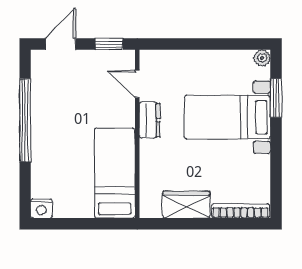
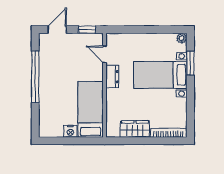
nightstand: (41, 208) -> (70, 131), moved

